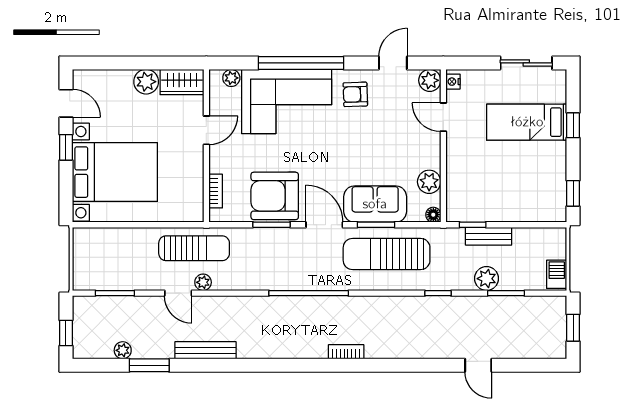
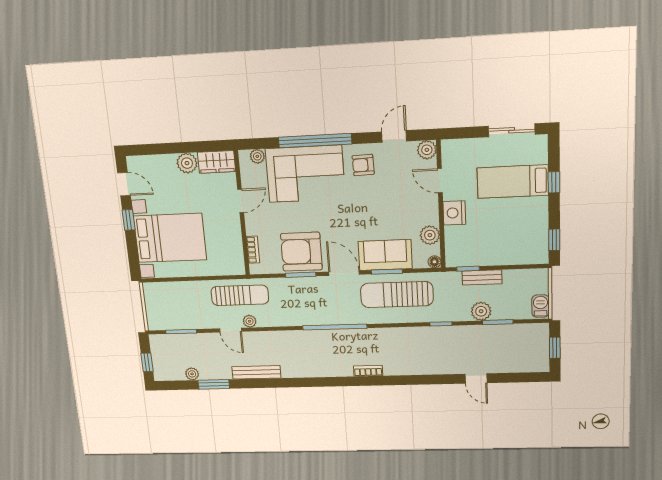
nightstand: (453, 82) -> (454, 213), moved, width x1.89, depth x1.79

